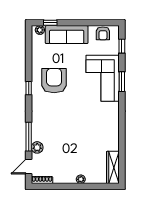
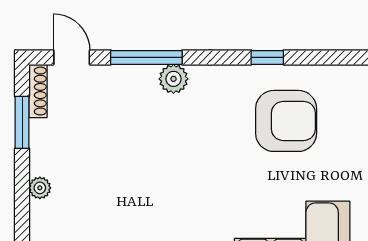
plant: (37, 147) -> (173, 79), moved
window: (55, 186) -> (22, 122), added

